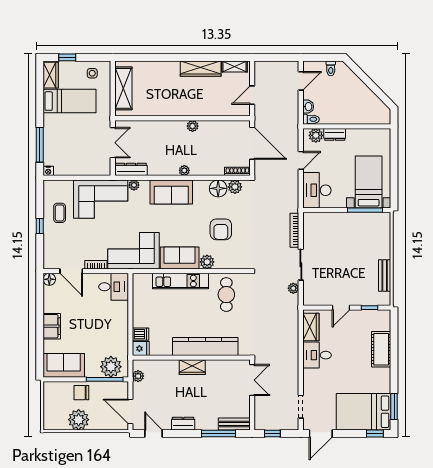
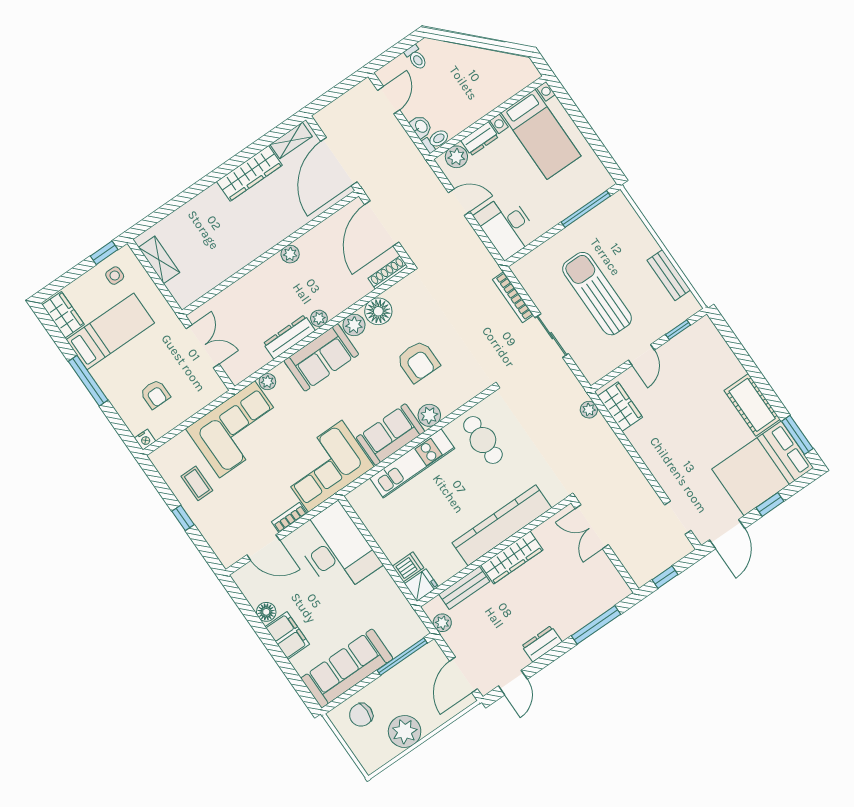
window: (67, 57) -> (104, 253), moved
shelving: (123, 88) -> (159, 260), width x0.67, depth x0.75
door: (252, 95) -> (339, 162), width x1.88
door: (252, 143) -> (382, 223), swing flipped
window: (40, 145) -> (88, 381), moved
armchair: (70, 151) -> (155, 394), added
door: (301, 160) -> (459, 202), hinge flipped
dresser: (131, 169) -> (289, 337), moved
bed with nightstands: (369, 182) -> (541, 134), moved, turned 180
plant: (235, 187) -> (354, 325), moved
sun lounger: (340, 259) -> (597, 294), added
floor lamp: (49, 279) -> (266, 612), moved
desk: (114, 287) -> (336, 549), width x1.87, depth x1.30
plant: (293, 288) -> (589, 410), moved
cot: (381, 349) -> (752, 405), moved
desk: (317, 355) -> (653, 437), removed
sofa: (64, 365) -> (347, 668), width x1.36
plant: (111, 367) -> (399, 635), removed
wardrobe: (192, 367) -> (512, 558), width x1.50
double door: (252, 380) -> (592, 527), swing flipped
chair: (81, 393) -> (361, 715), moved
door: (130, 411) -> (464, 675), hinge flipped
bench: (234, 424) -> (464, 588), moved
door: (154, 433) -> (513, 683), swing flipped
window: (375, 433) -> (770, 504), moved

